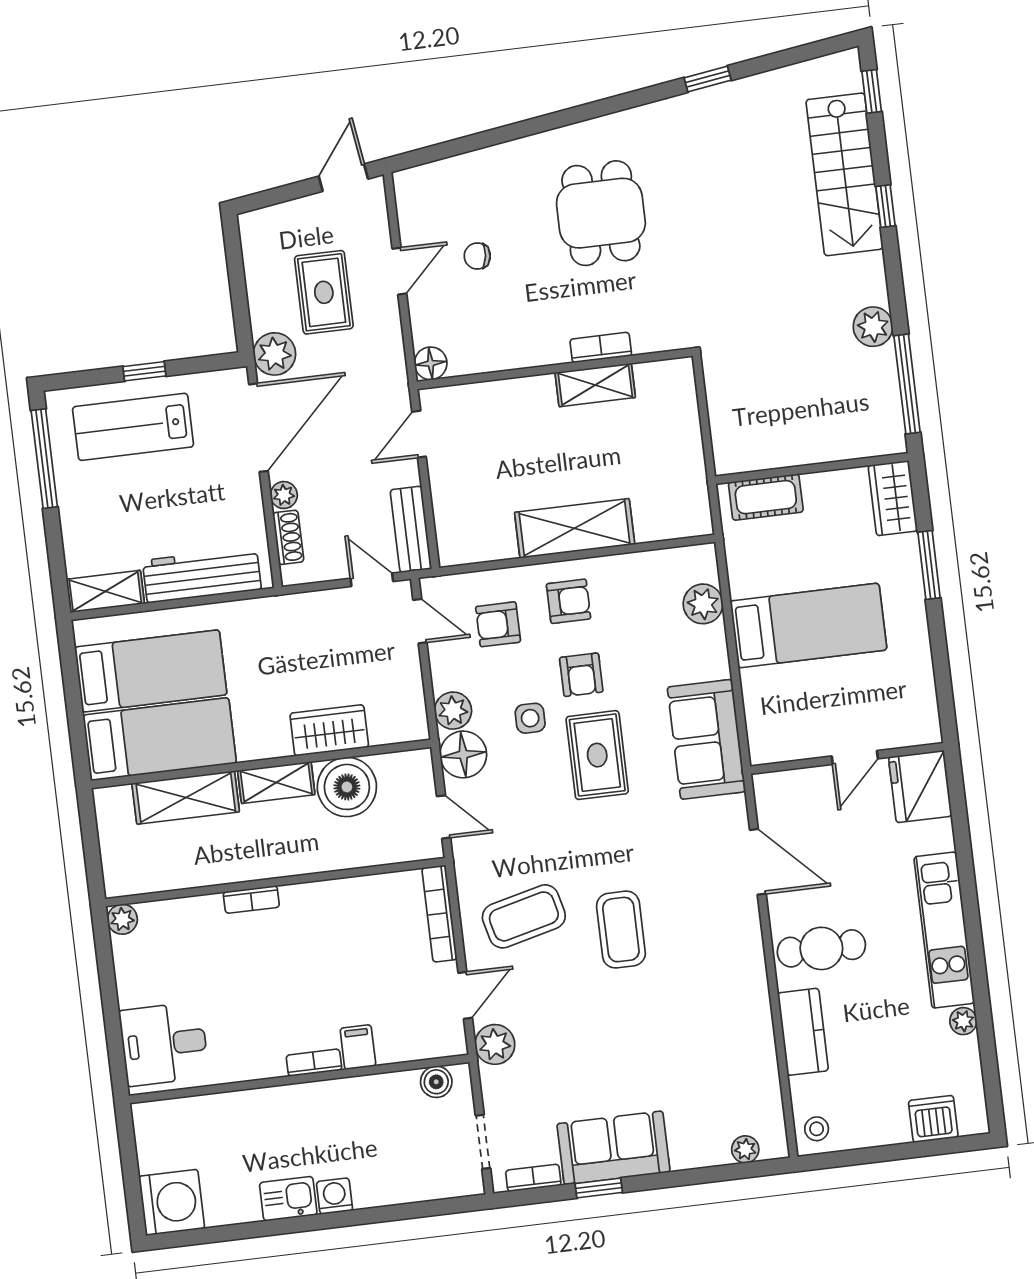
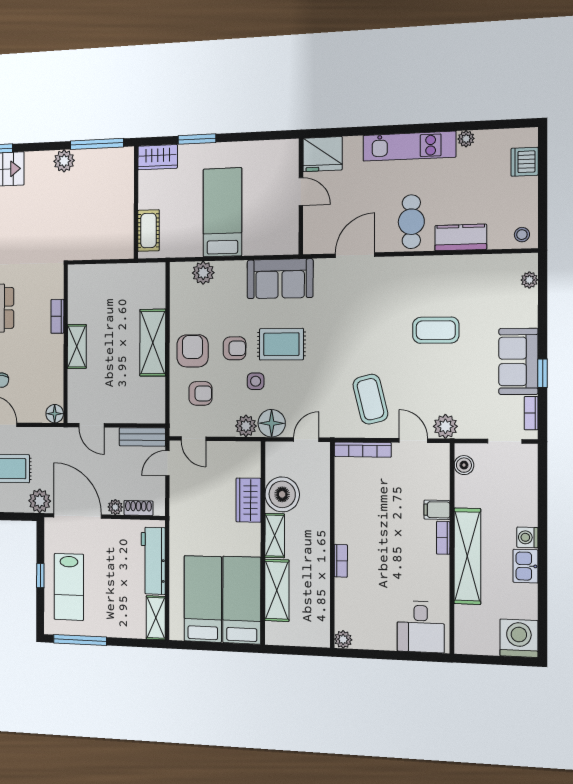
shelving: (595, 385) -> (77, 347), moved
armchair: (569, 601) -> (193, 351), width x1.38, depth x1.38
door: (420, 621) -> (193, 439), swing flipped
armchair: (498, 624) -> (201, 393), turned -90
coffee table: (621, 930) -> (436, 330), moved
shelving: (290, 1105) -> (467, 556), added

